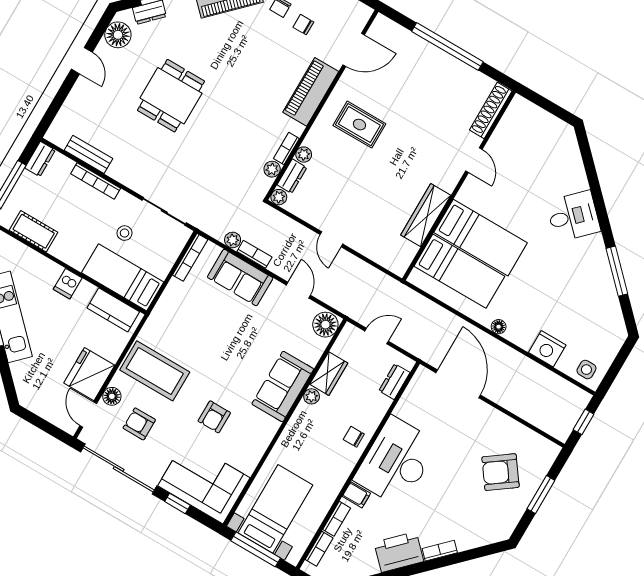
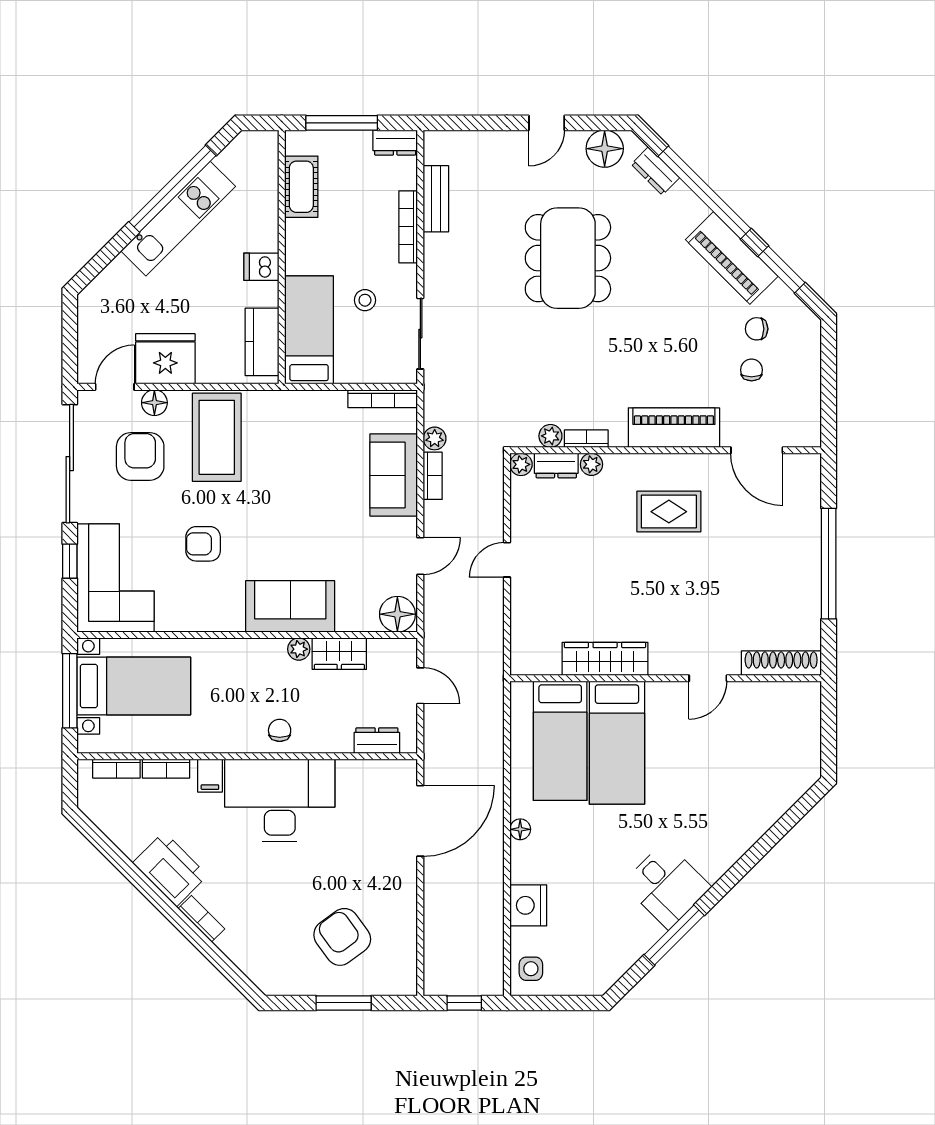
dining table: (171, 96) -> (568, 258), width x1.38
rug: (359, 125) -> (669, 512), turned 90
desk: (573, 216) -> (667, 885), moved
armchair: (139, 424) -> (140, 456), width x1.38, depth x1.38

